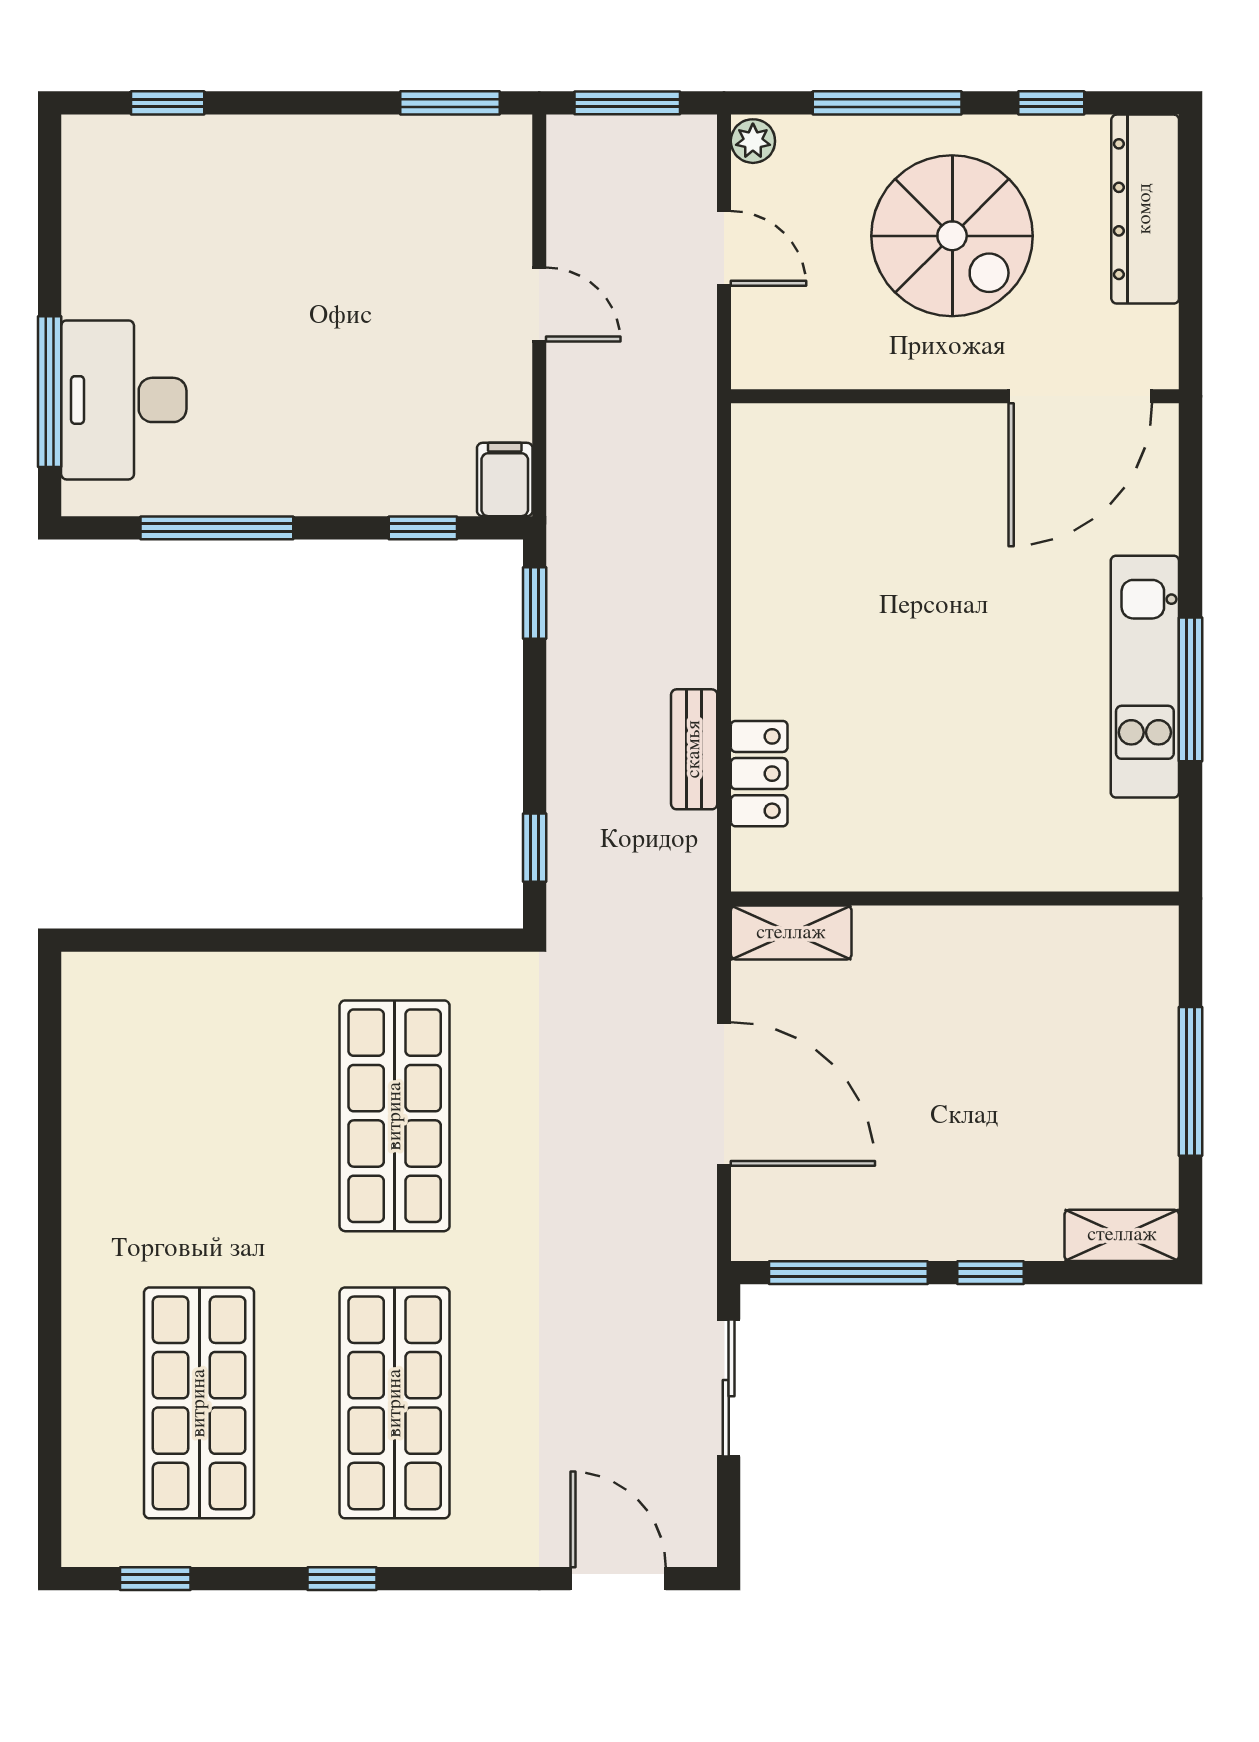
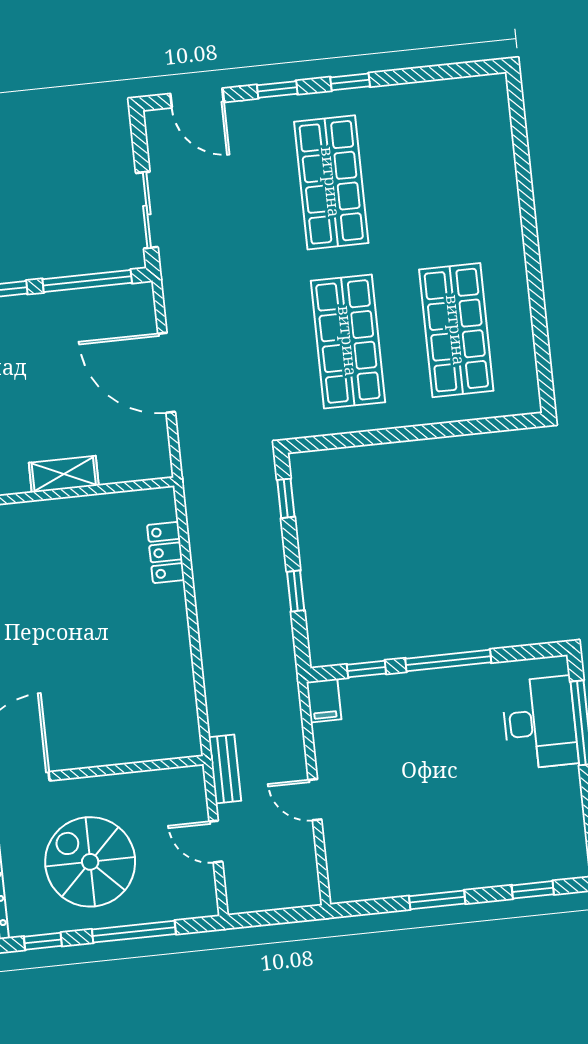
window: (450, 103) -> (437, 900), moved
window: (627, 103) -> (278, 917), removed
plant: (753, 141) -> (206, 903), removed
window: (217, 528) -> (448, 661), moved
window: (535, 603) -> (296, 591), moved
bench: (694, 749) -> (225, 769), moved
shelving: (791, 933) -> (64, 474), moved
shop shelf: (199, 1403) -> (456, 330), moved
window: (155, 1579) -> (277, 90), moved

